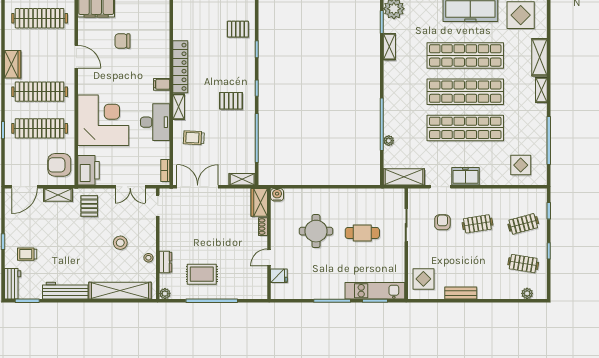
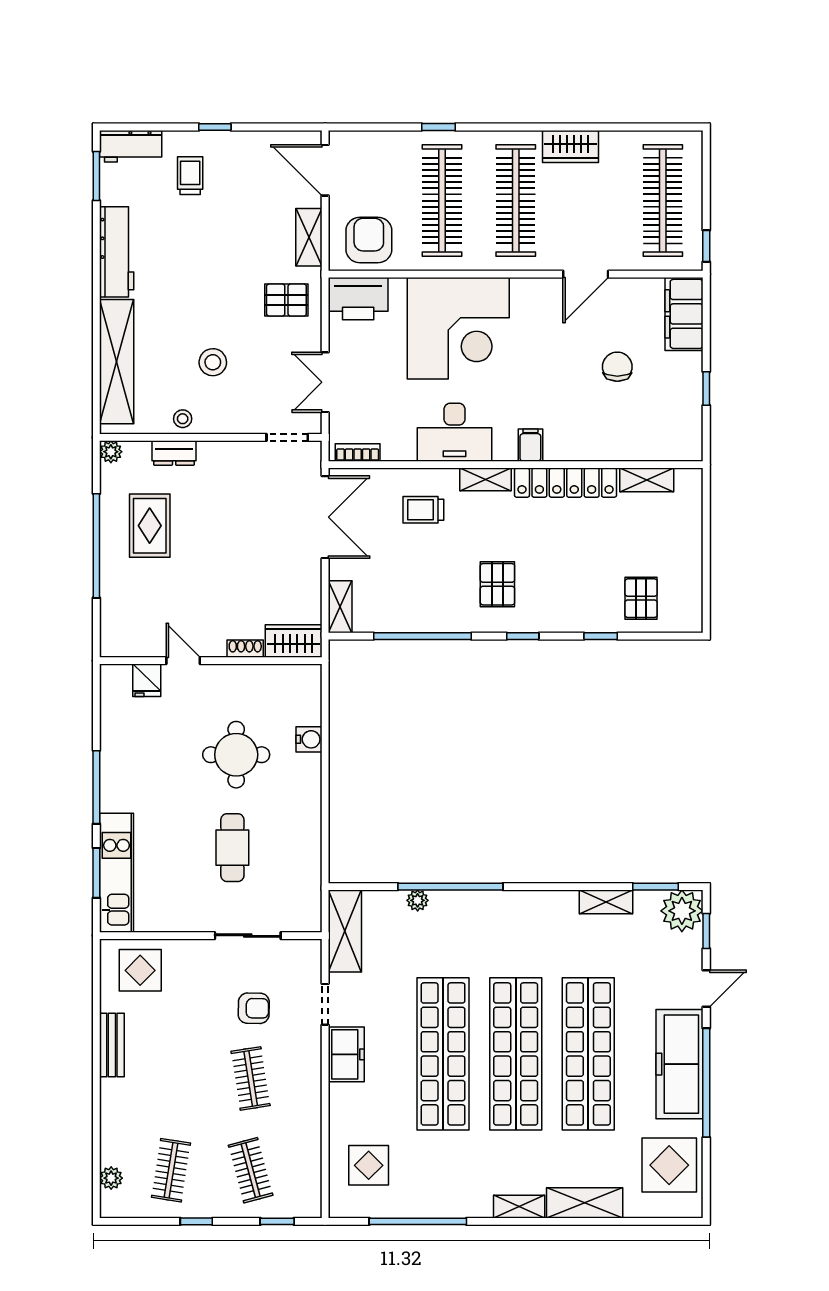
shelving: (179, 26) -> (647, 480), added
trolley: (194, 138) -> (423, 510), turned -93
water cooler: (277, 195) -> (309, 739), moved

